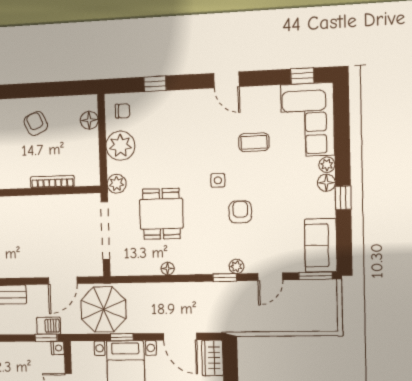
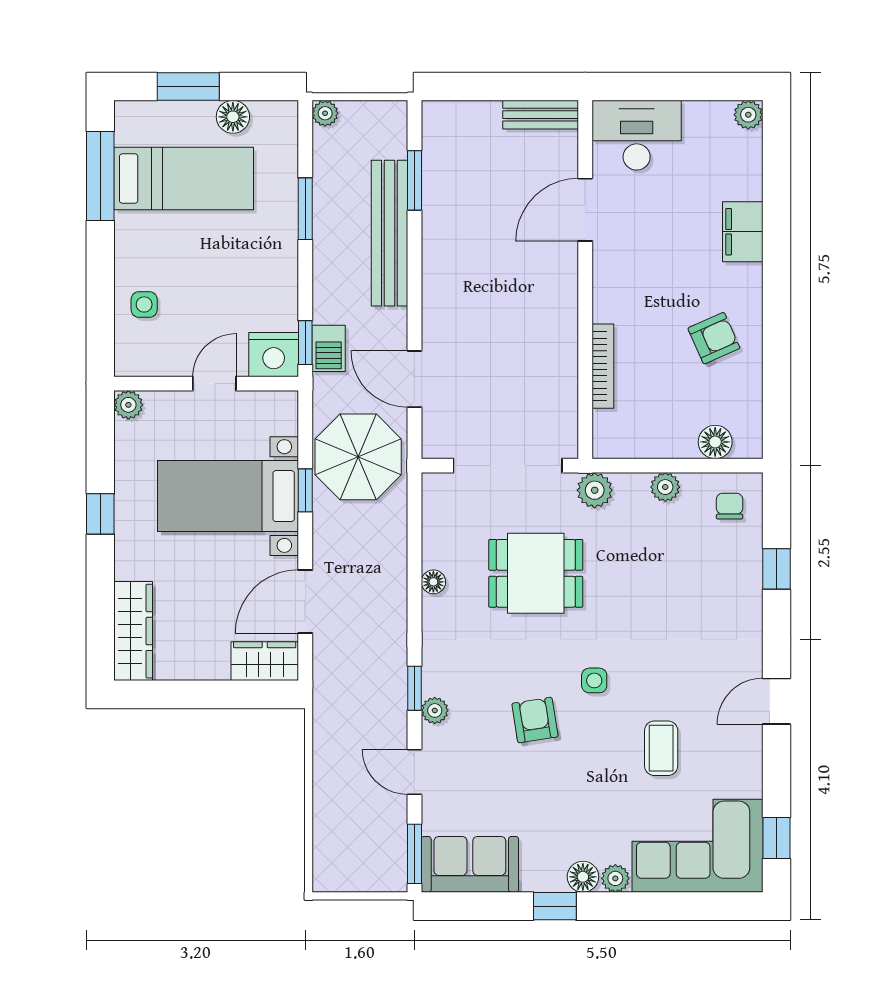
chair: (123, 111) -> (730, 506), turned 180
plant: (120, 146) -> (665, 487), width x0.53, depth x0.53
armchair: (240, 212) -> (535, 720), turned -99
nightstand: (58, 348) -> (274, 355), width x1.89, depth x1.79

